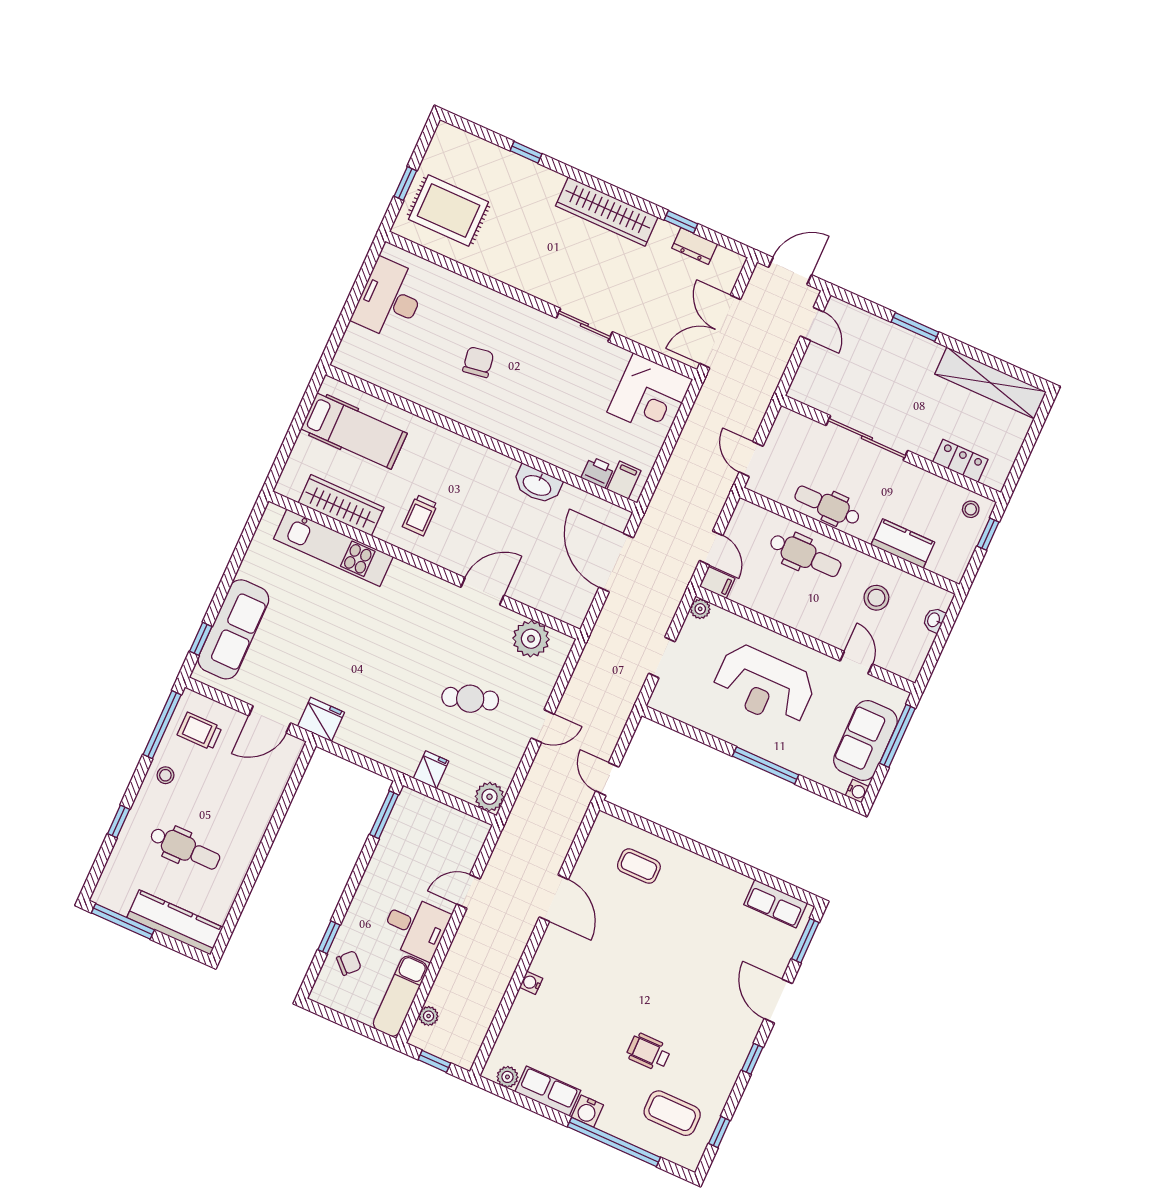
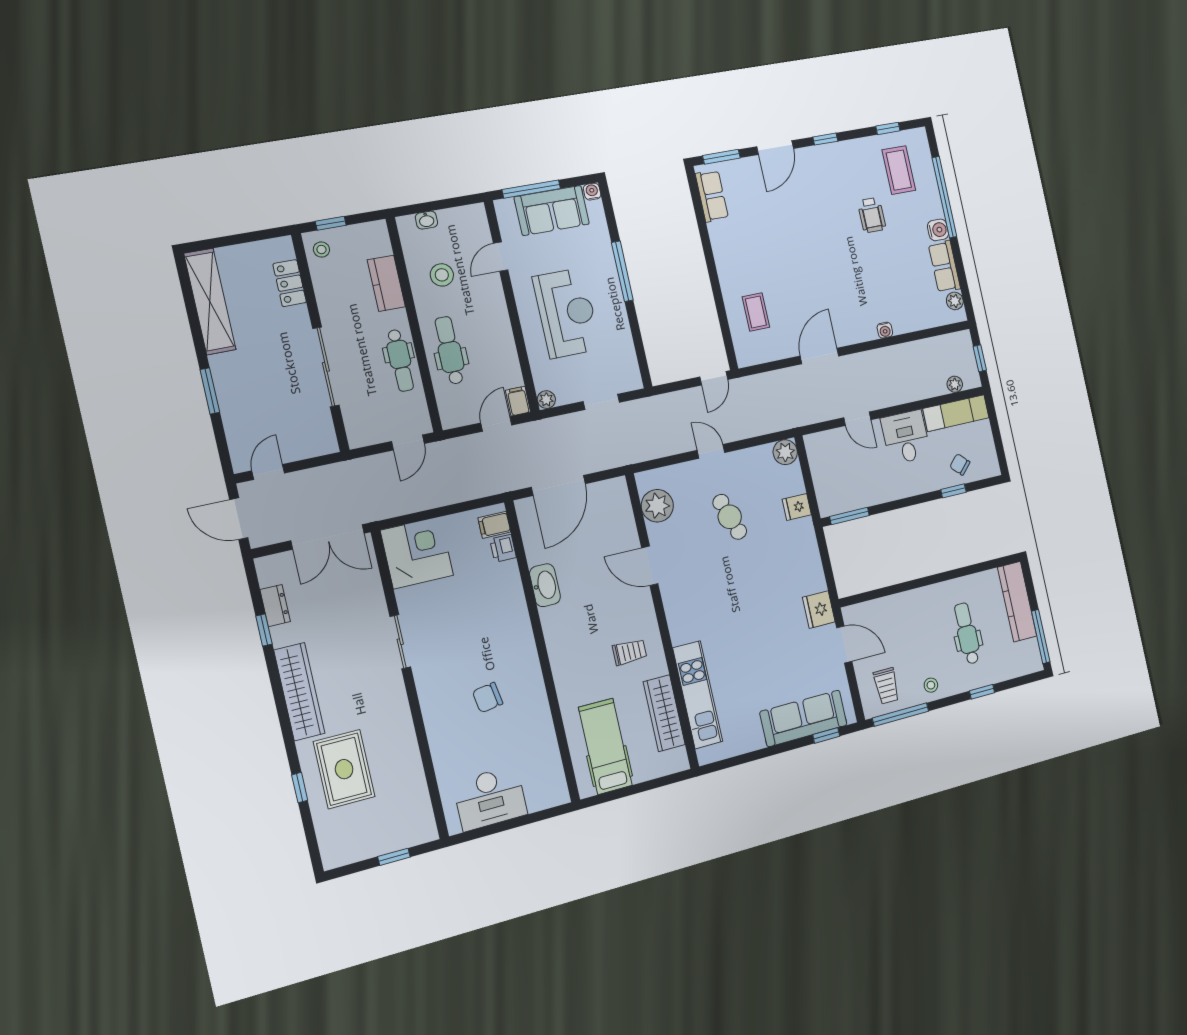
rug: (448, 211) -> (344, 769), moved

